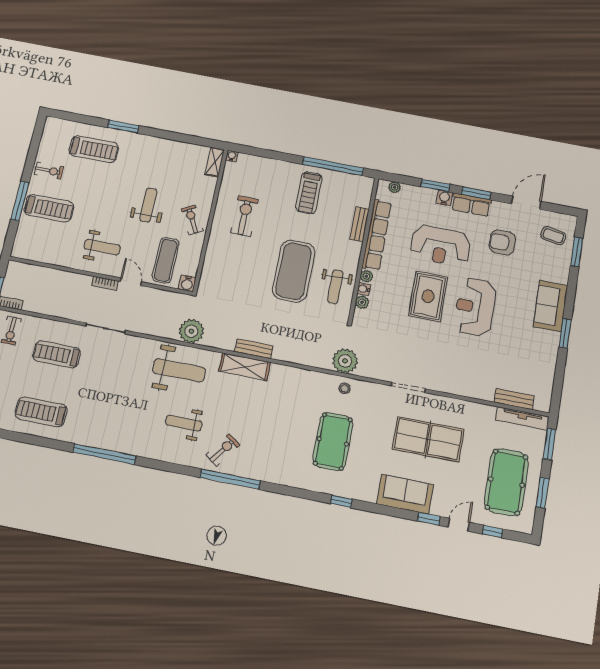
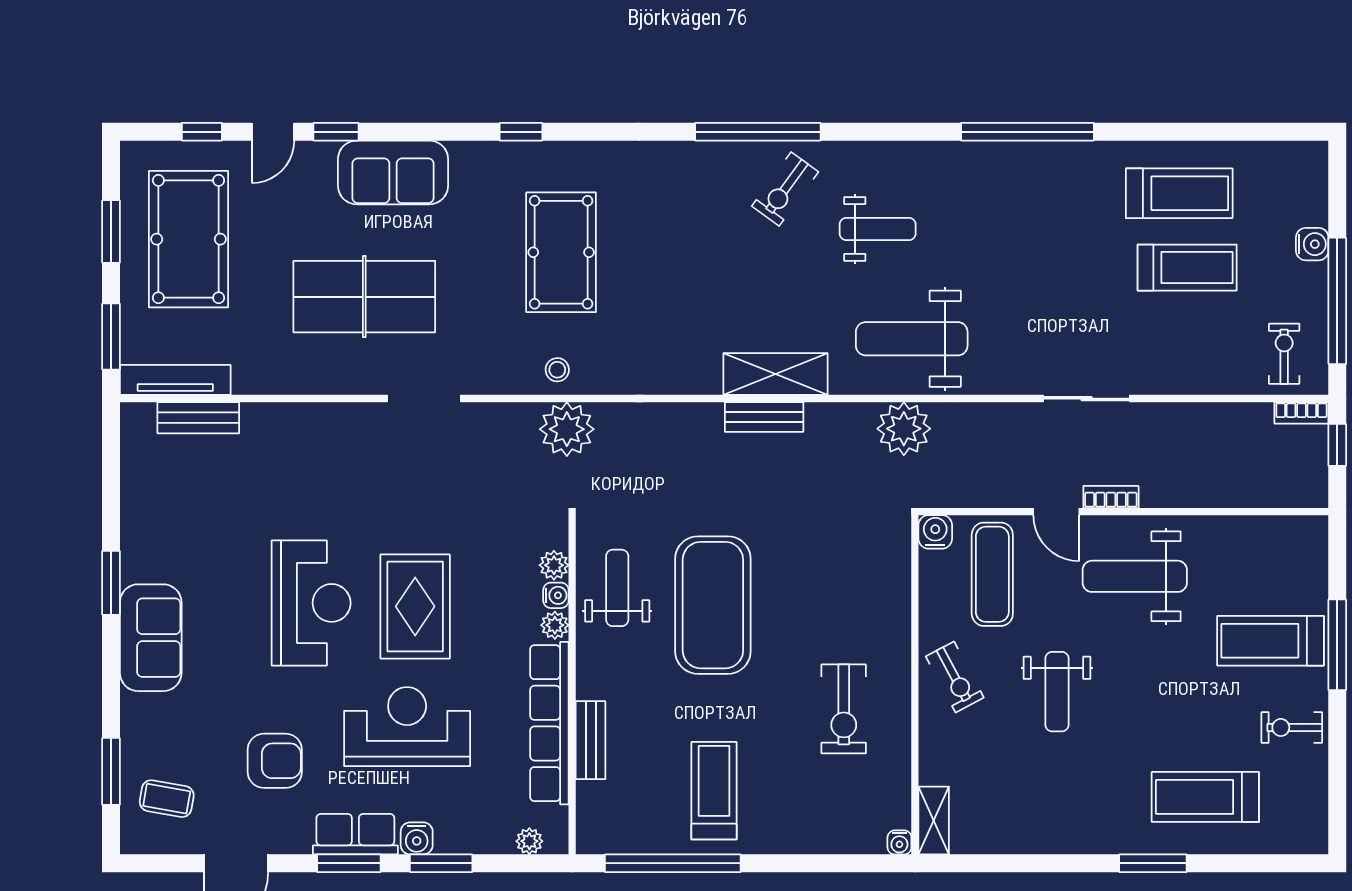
weight bench: (102, 247) -> (1135, 576), width x1.36, depth x1.33
treadmill: (57, 354) -> (1187, 268), moved

